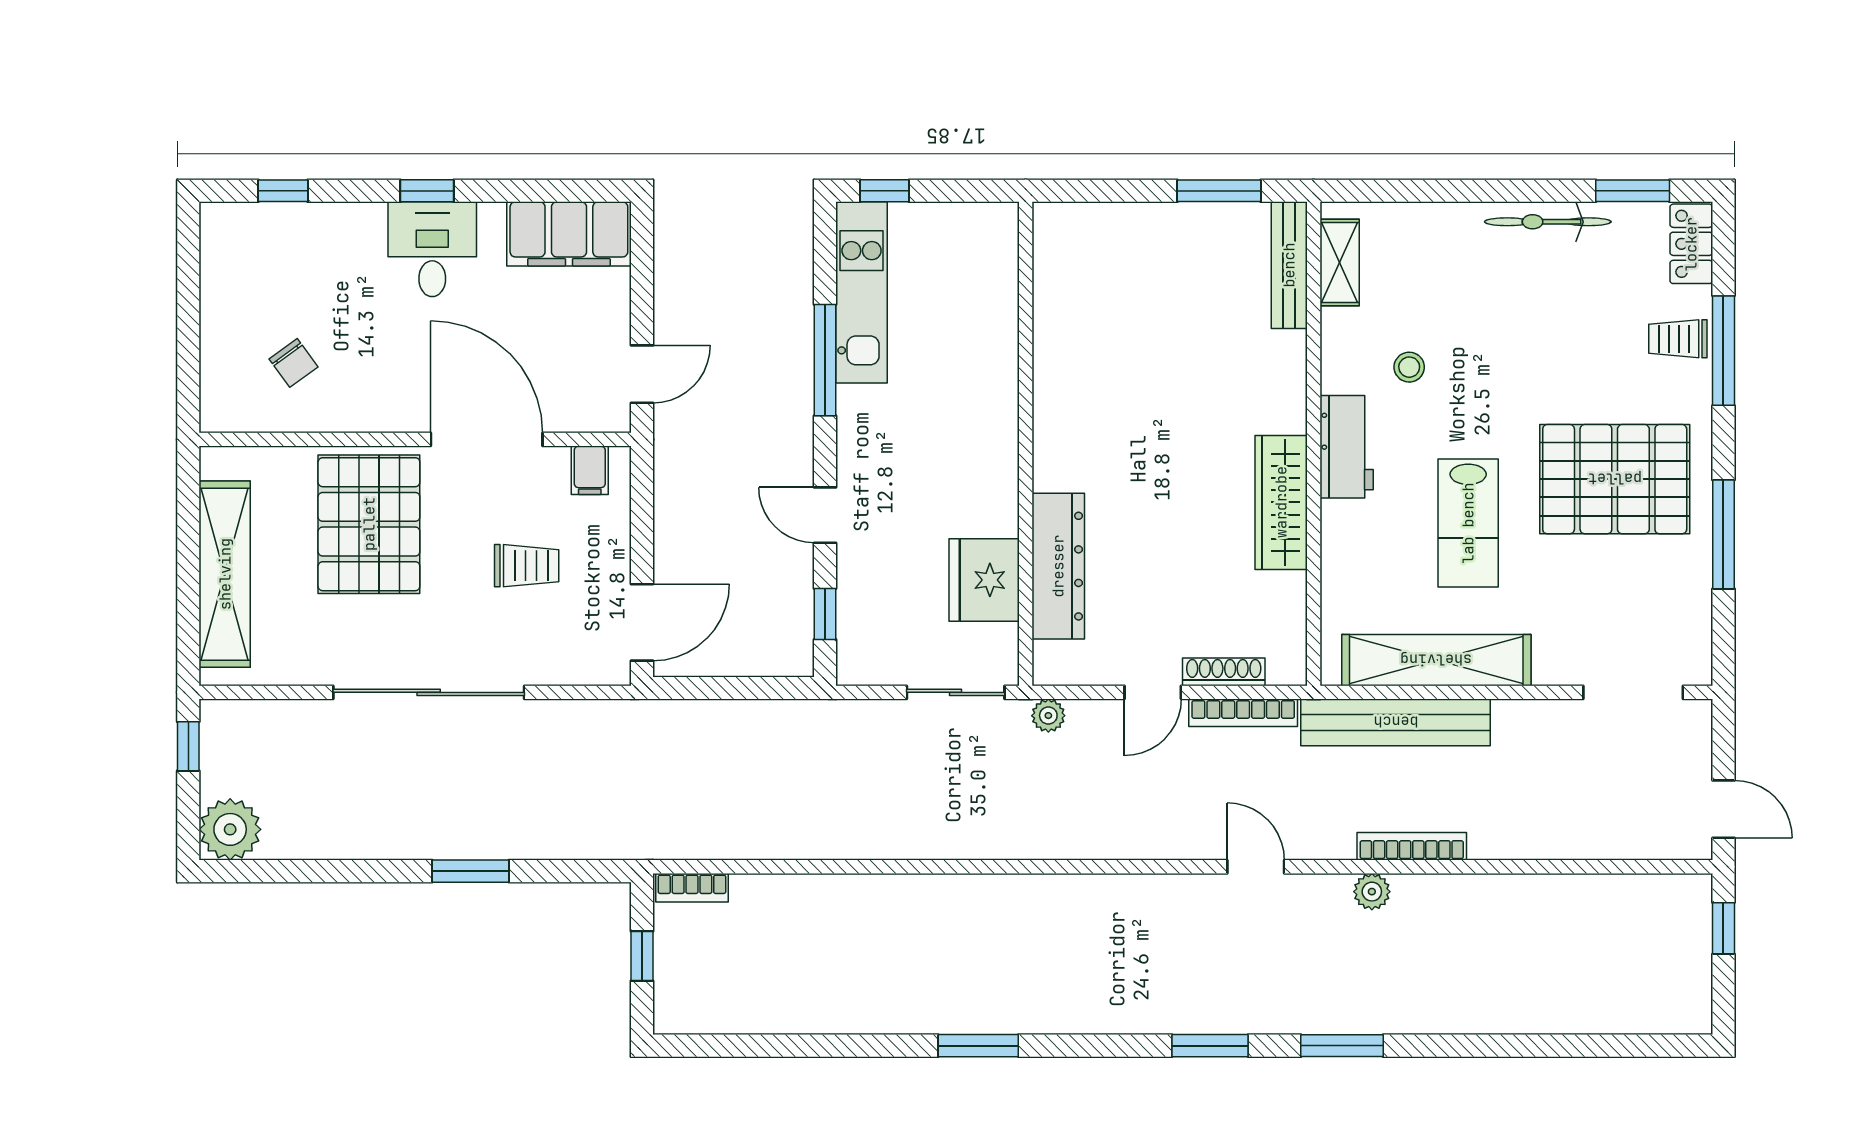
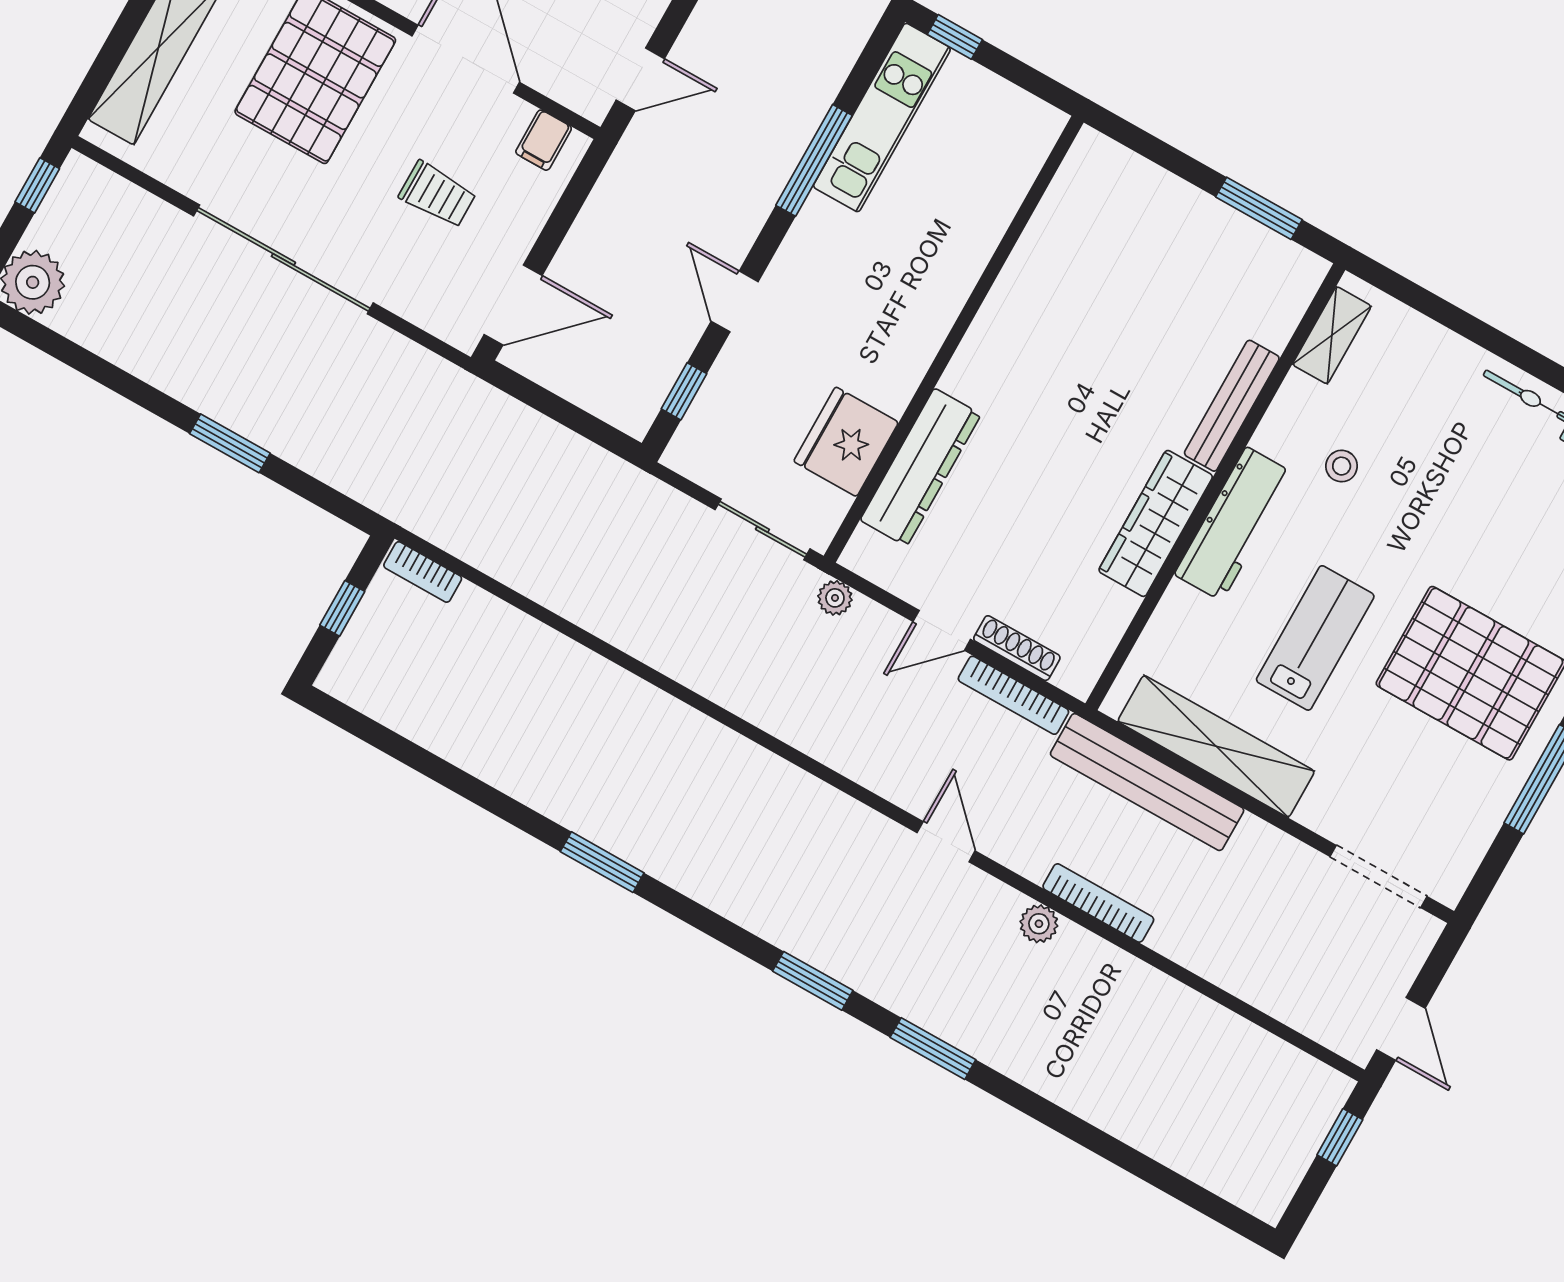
bench: (1289, 265) -> (1232, 406), moved
workbench: (1347, 447) -> (1234, 524), width x1.38
lab bench: (1468, 523) -> (1315, 638), turned 180

